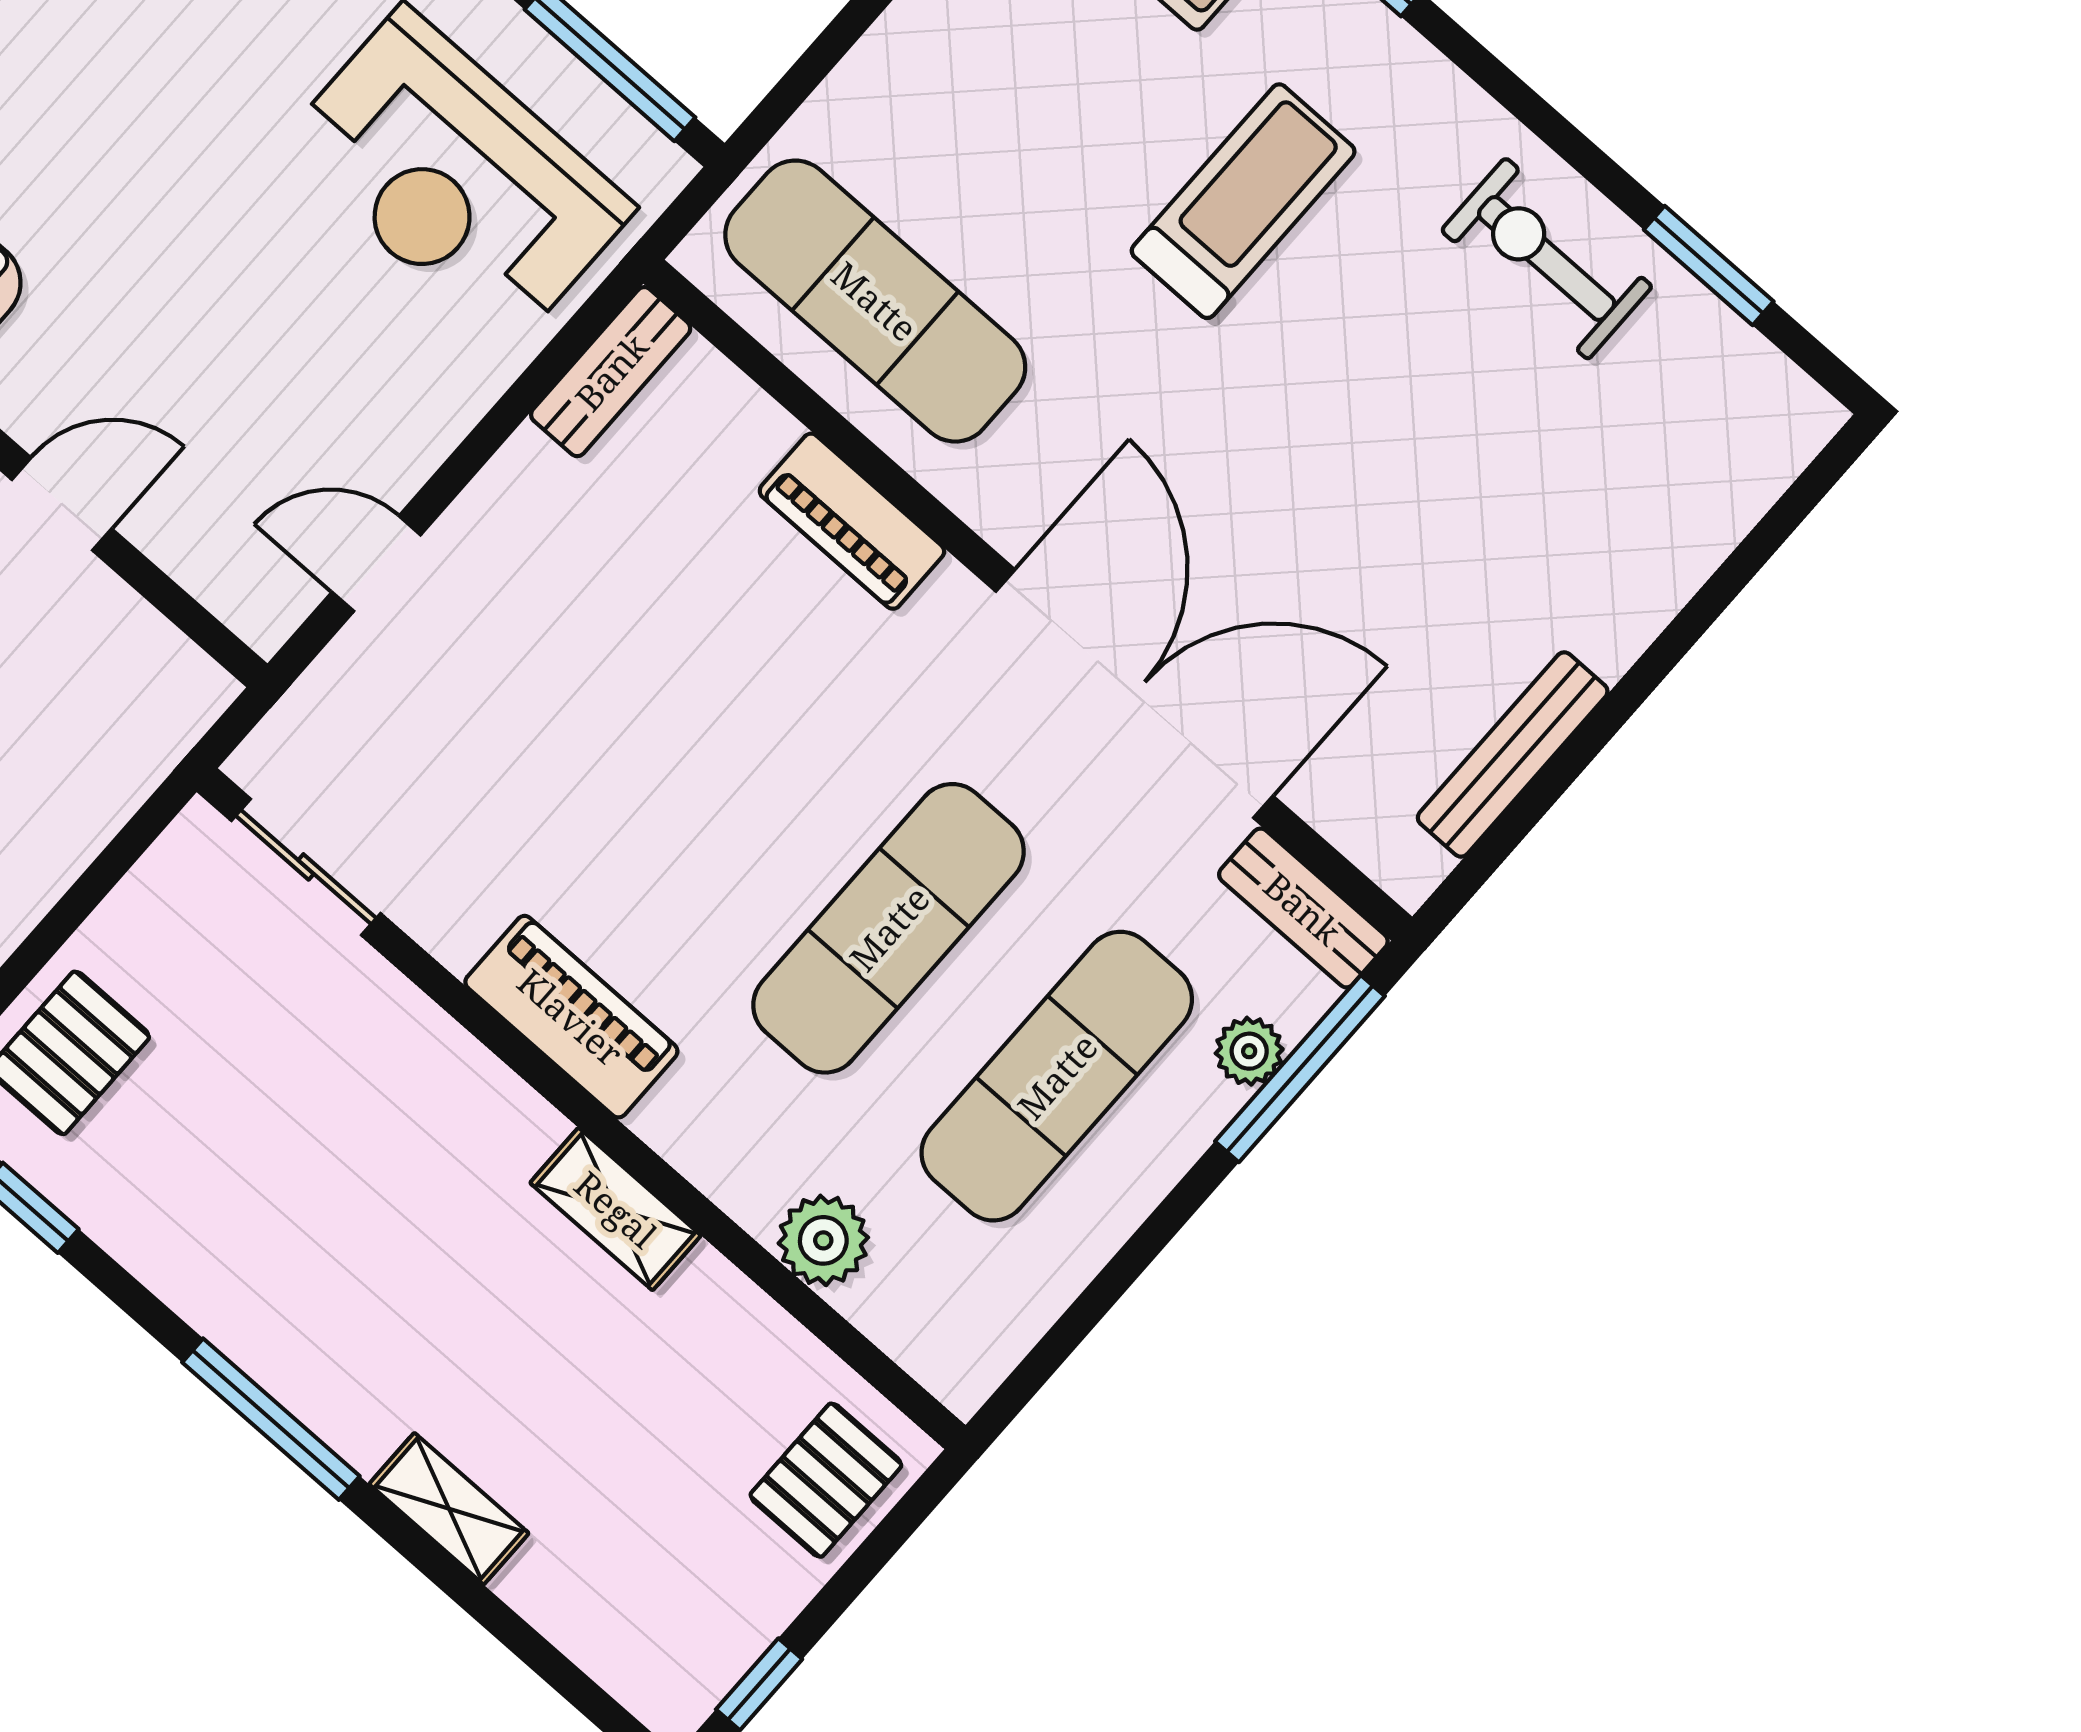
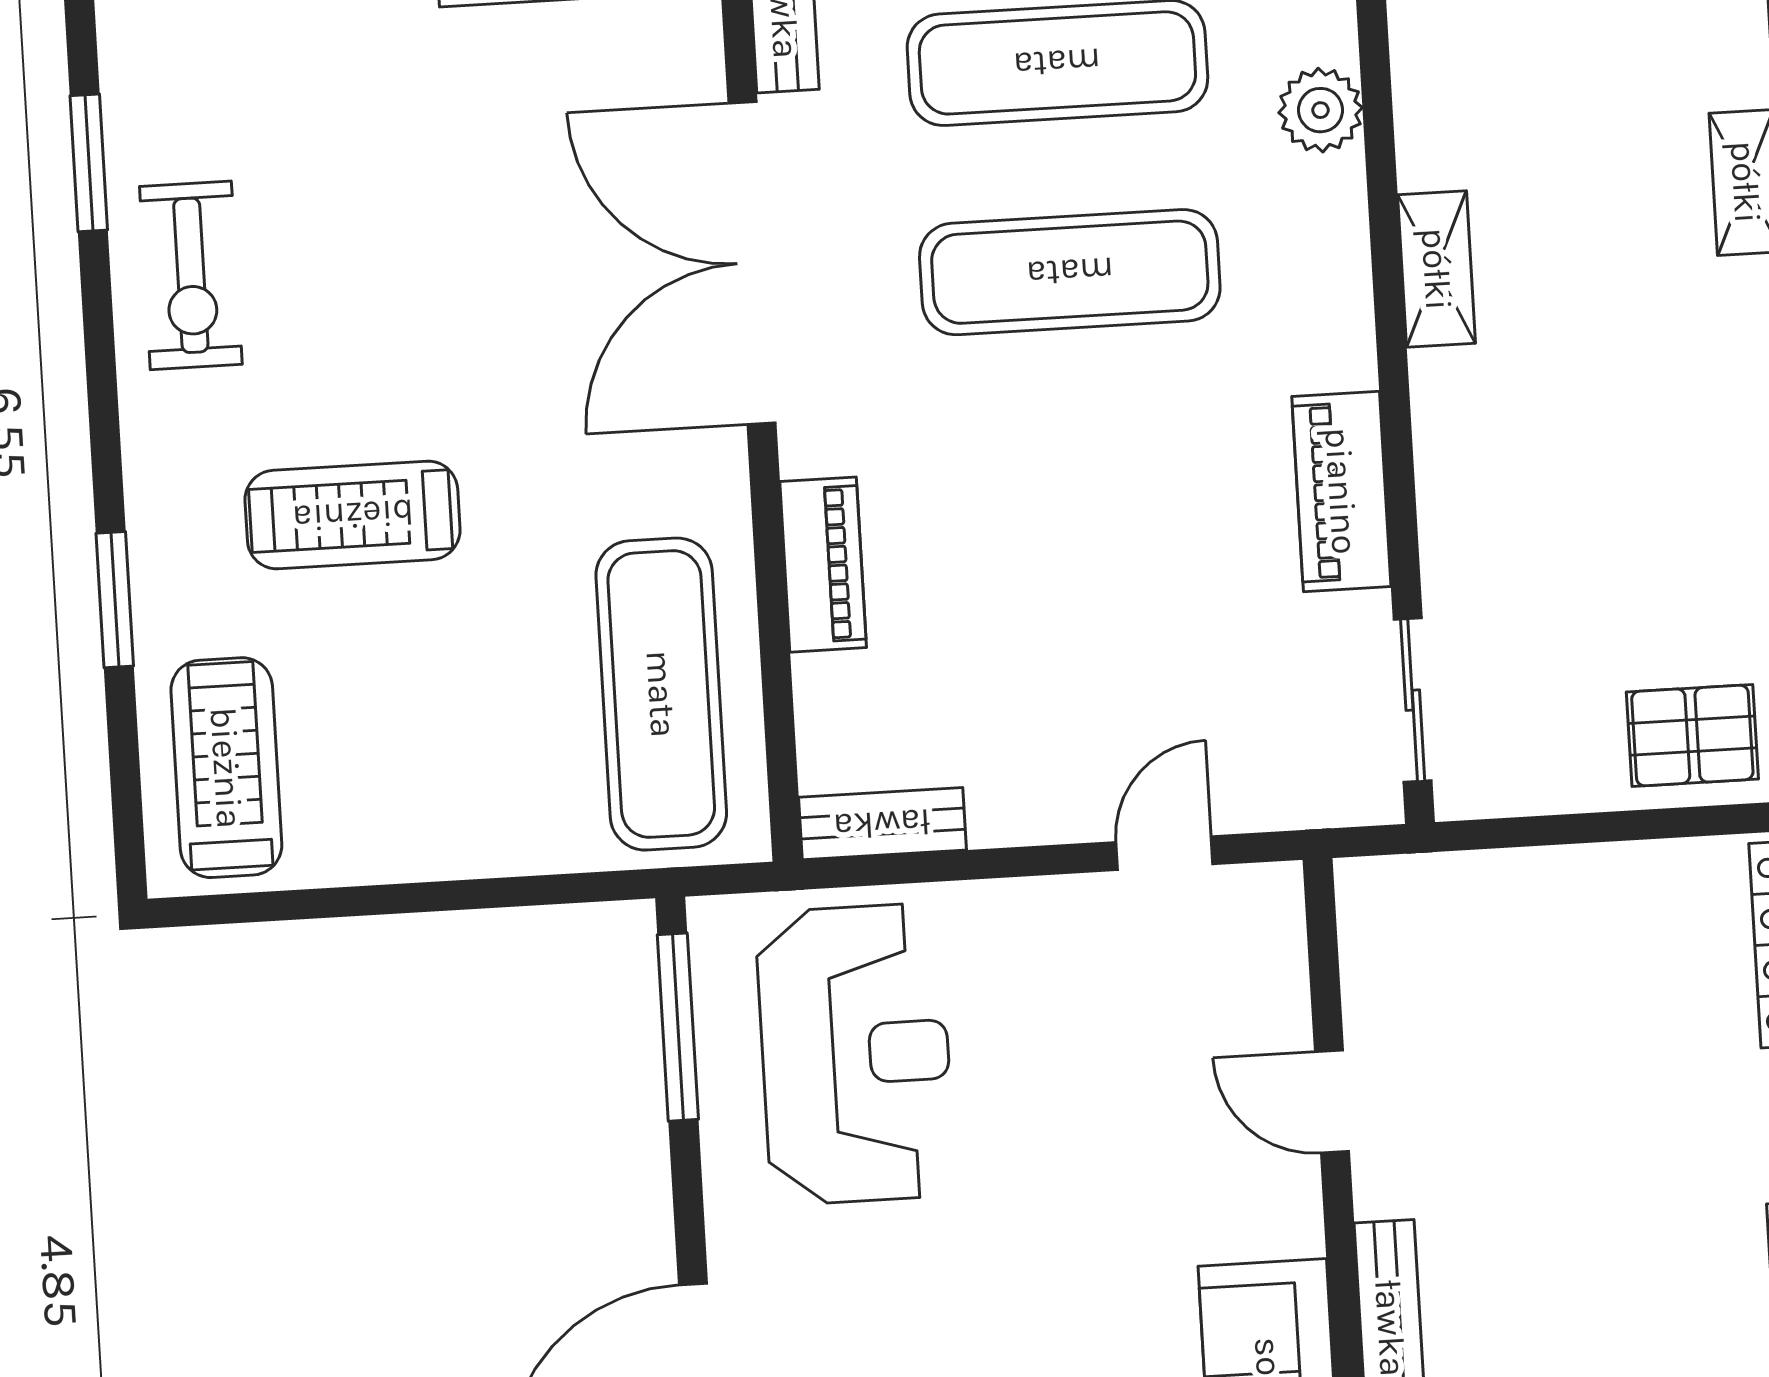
door: (376, 564) -> (1164, 853), swing flipped
piano: (571, 1017) -> (1341, 491), moved

